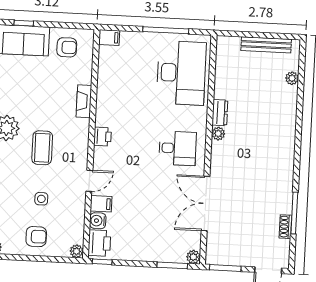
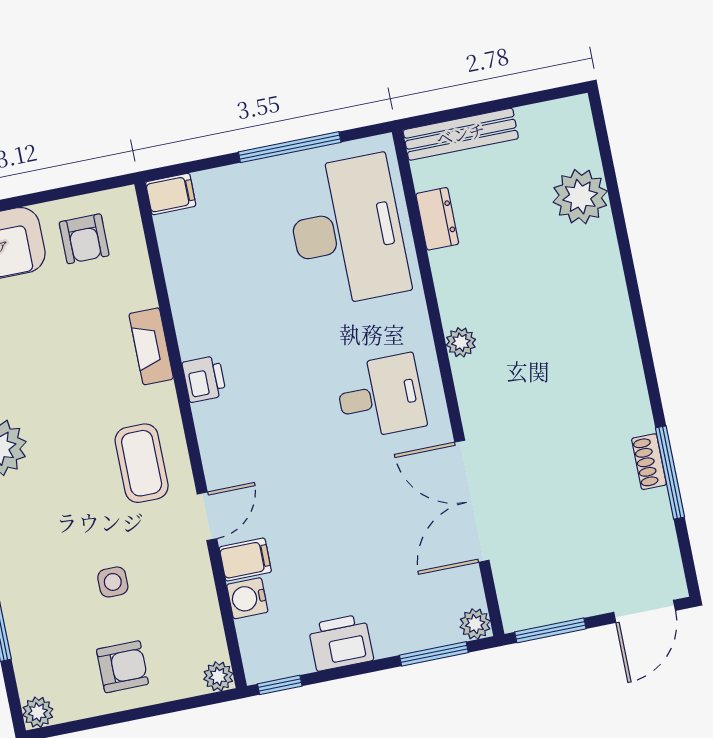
bench: (266, 45) -> (461, 134), moved
armchair: (67, 47) -> (84, 239), turned 90
plant: (292, 78) -> (580, 197), width x1.88, depth x1.88
dresser: (220, 113) -> (437, 219), moved
printer: (102, 137) -> (204, 379), moved
coffee table: (42, 148) -> (142, 463), moved
shoe rack: (285, 227) -> (649, 462), moved
printer: (99, 243) -> (341, 642), moved, turned -90

